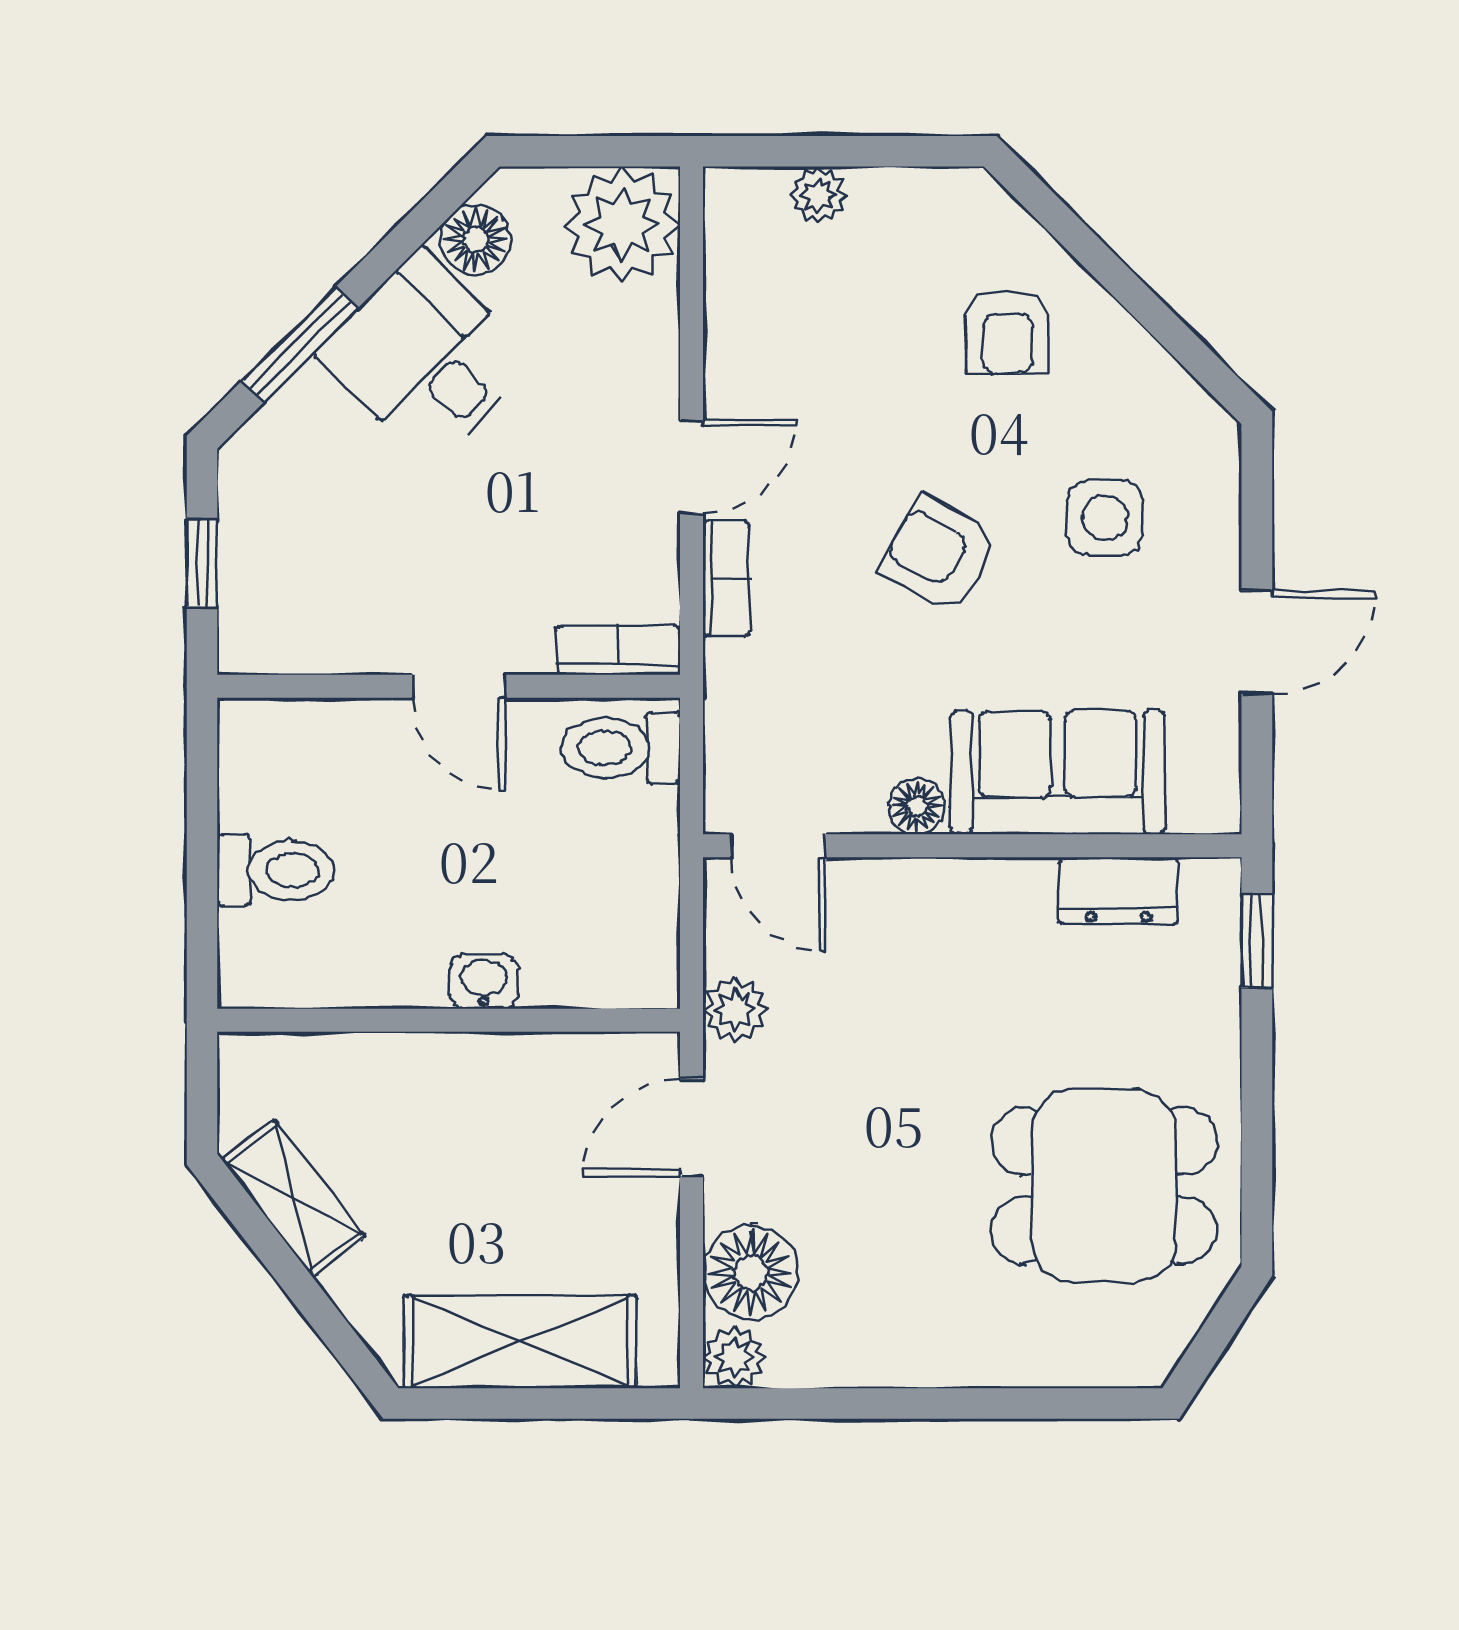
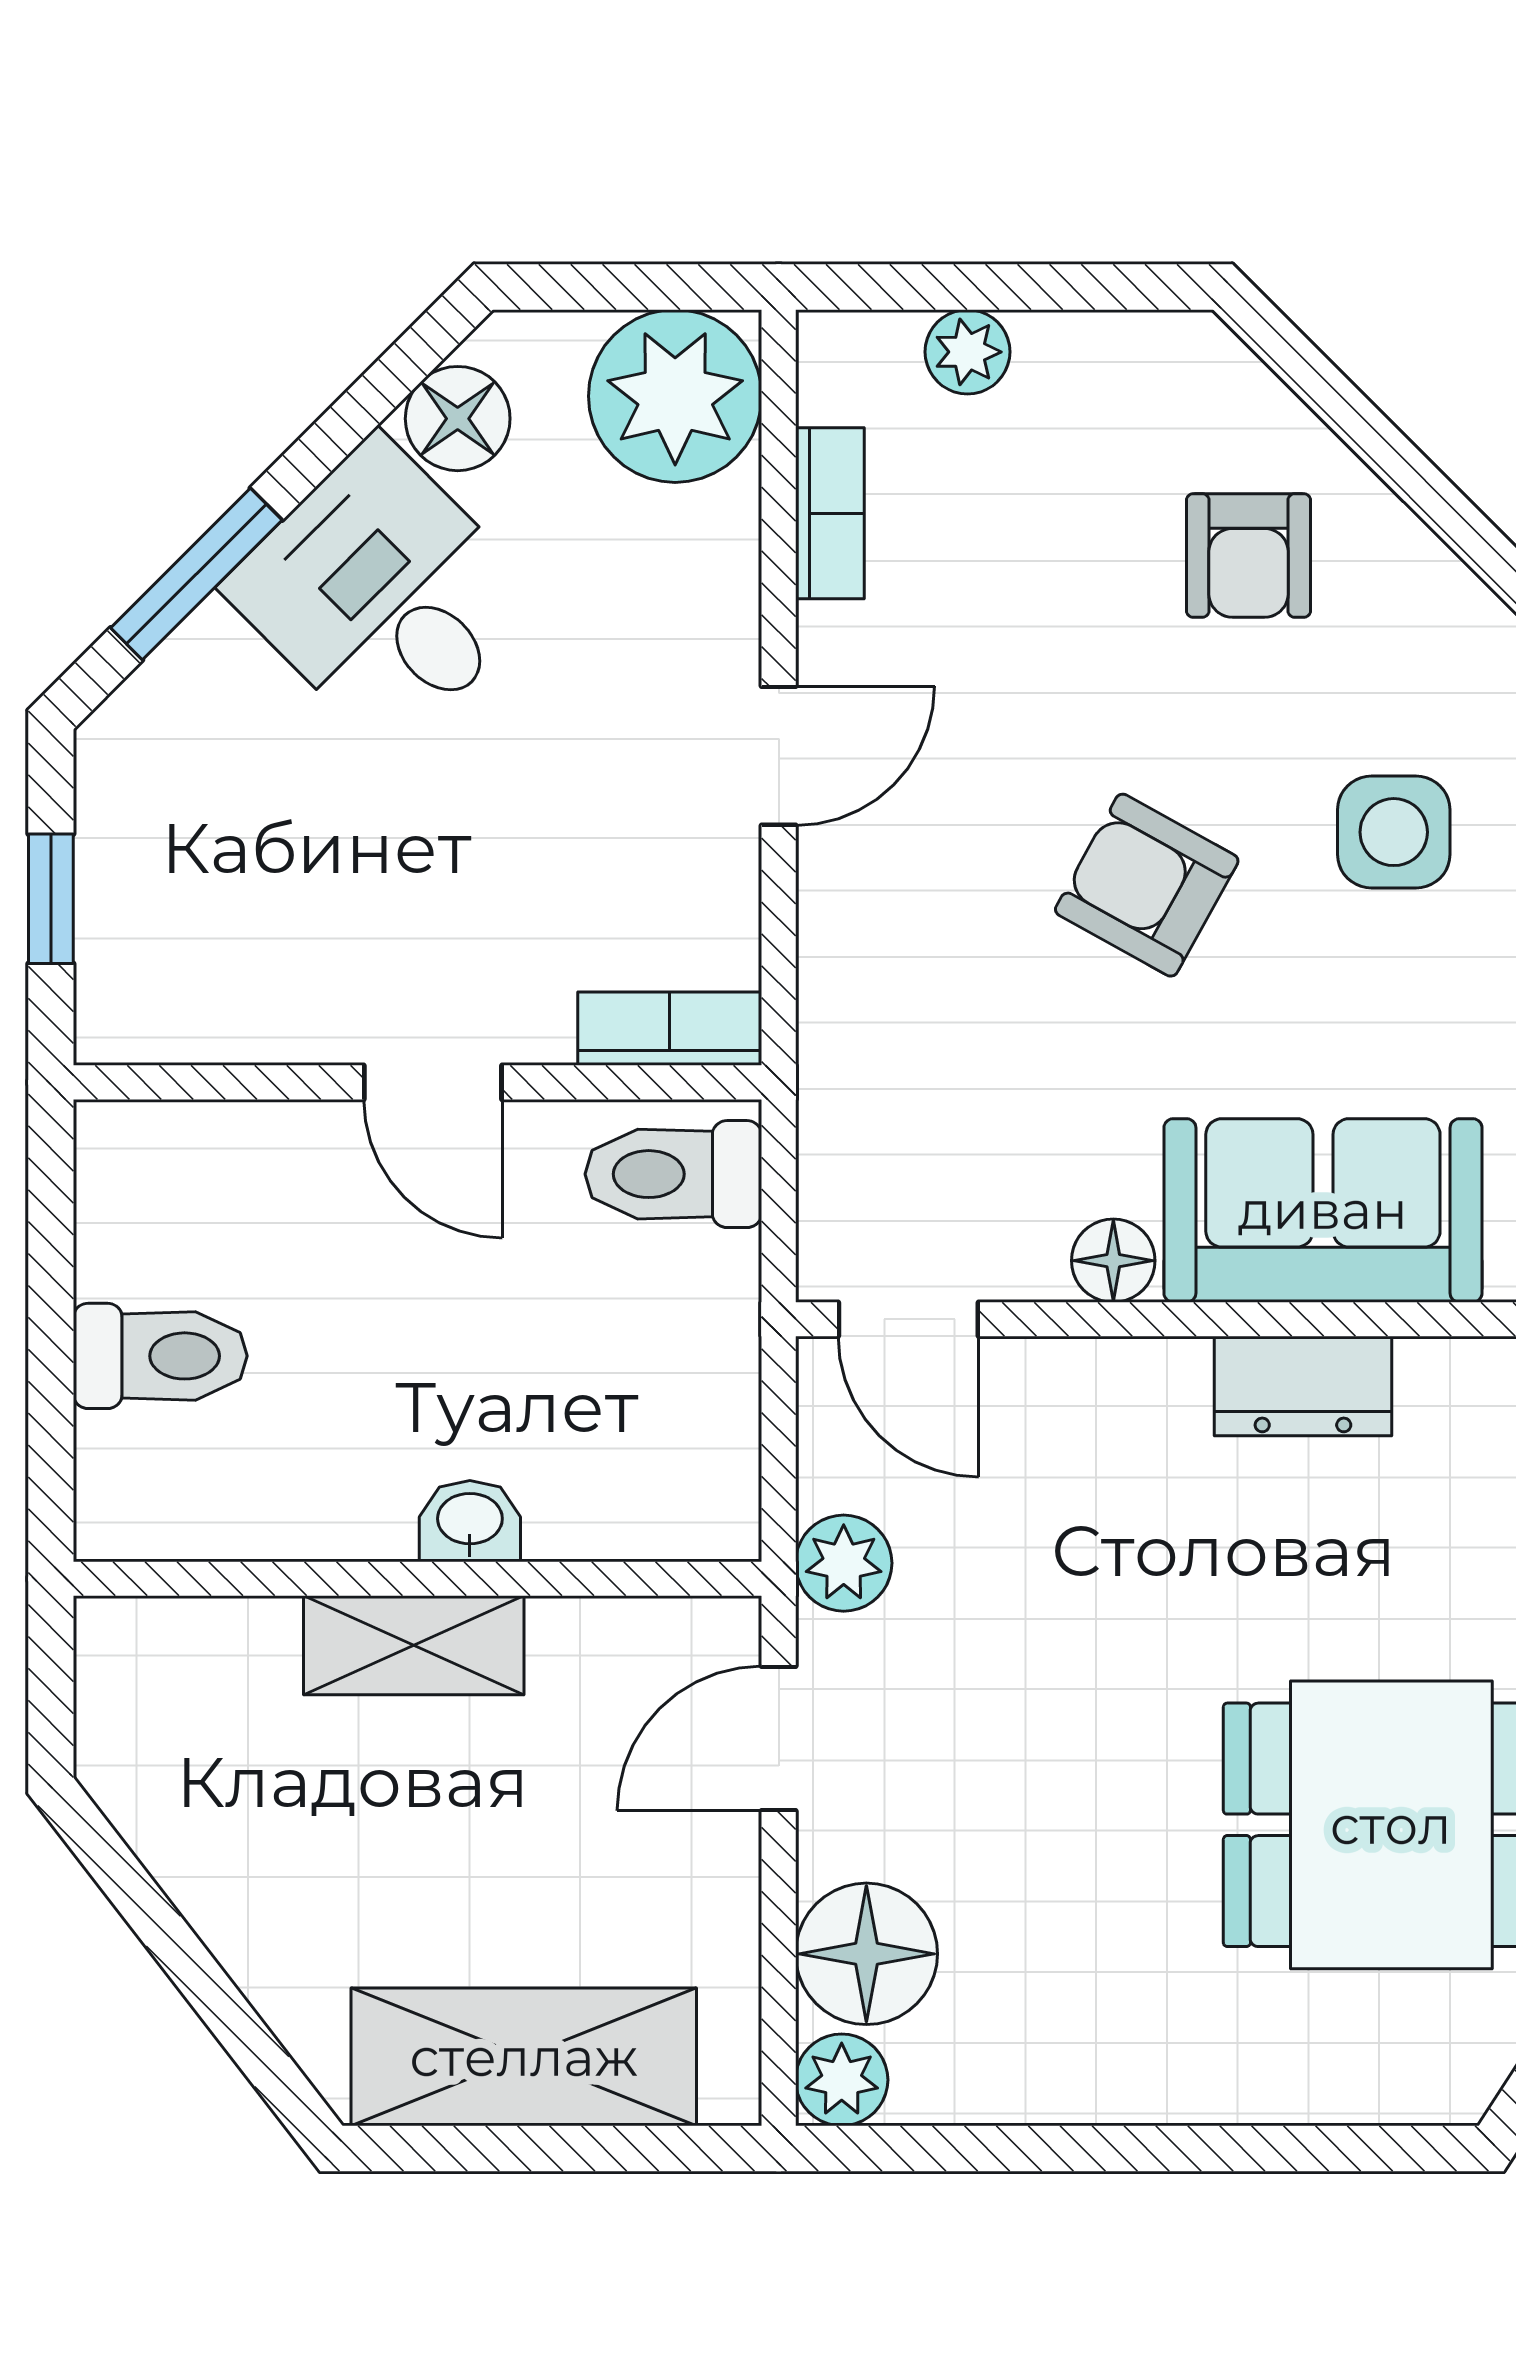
bookcase: (726, 578) -> (830, 513), moved
dresser: (1119, 891) -> (1303, 1386), moved
shelving: (294, 1198) -> (414, 1645), moved, turned -52

